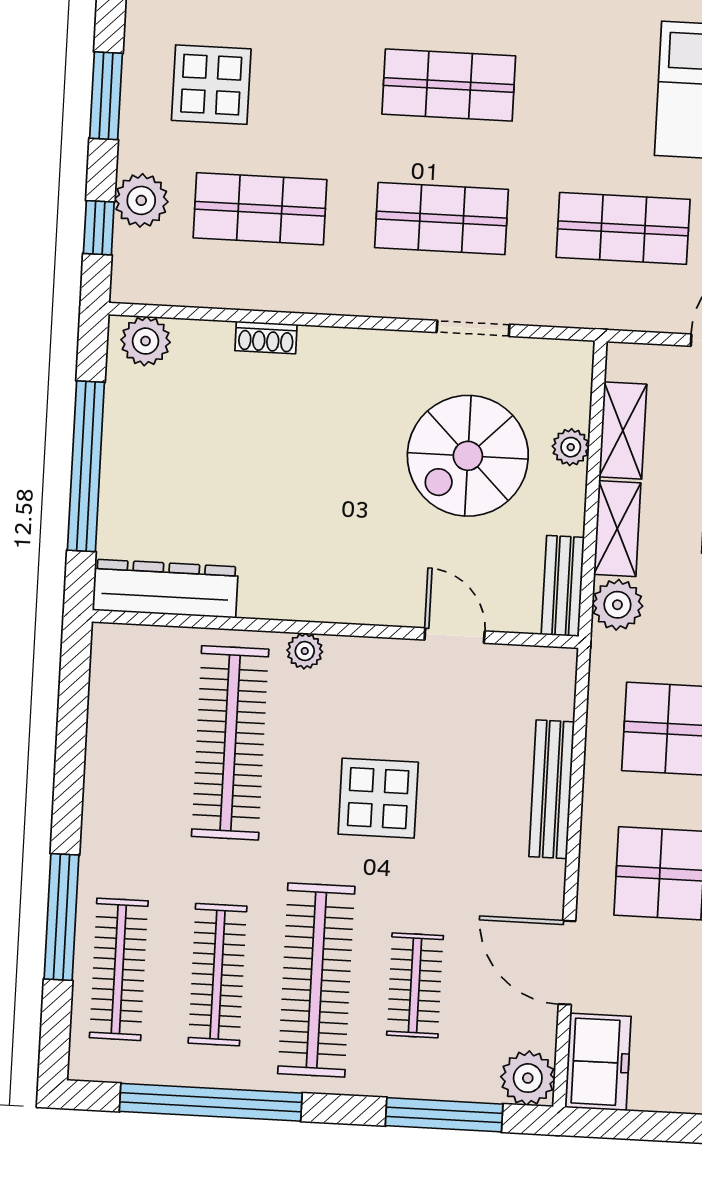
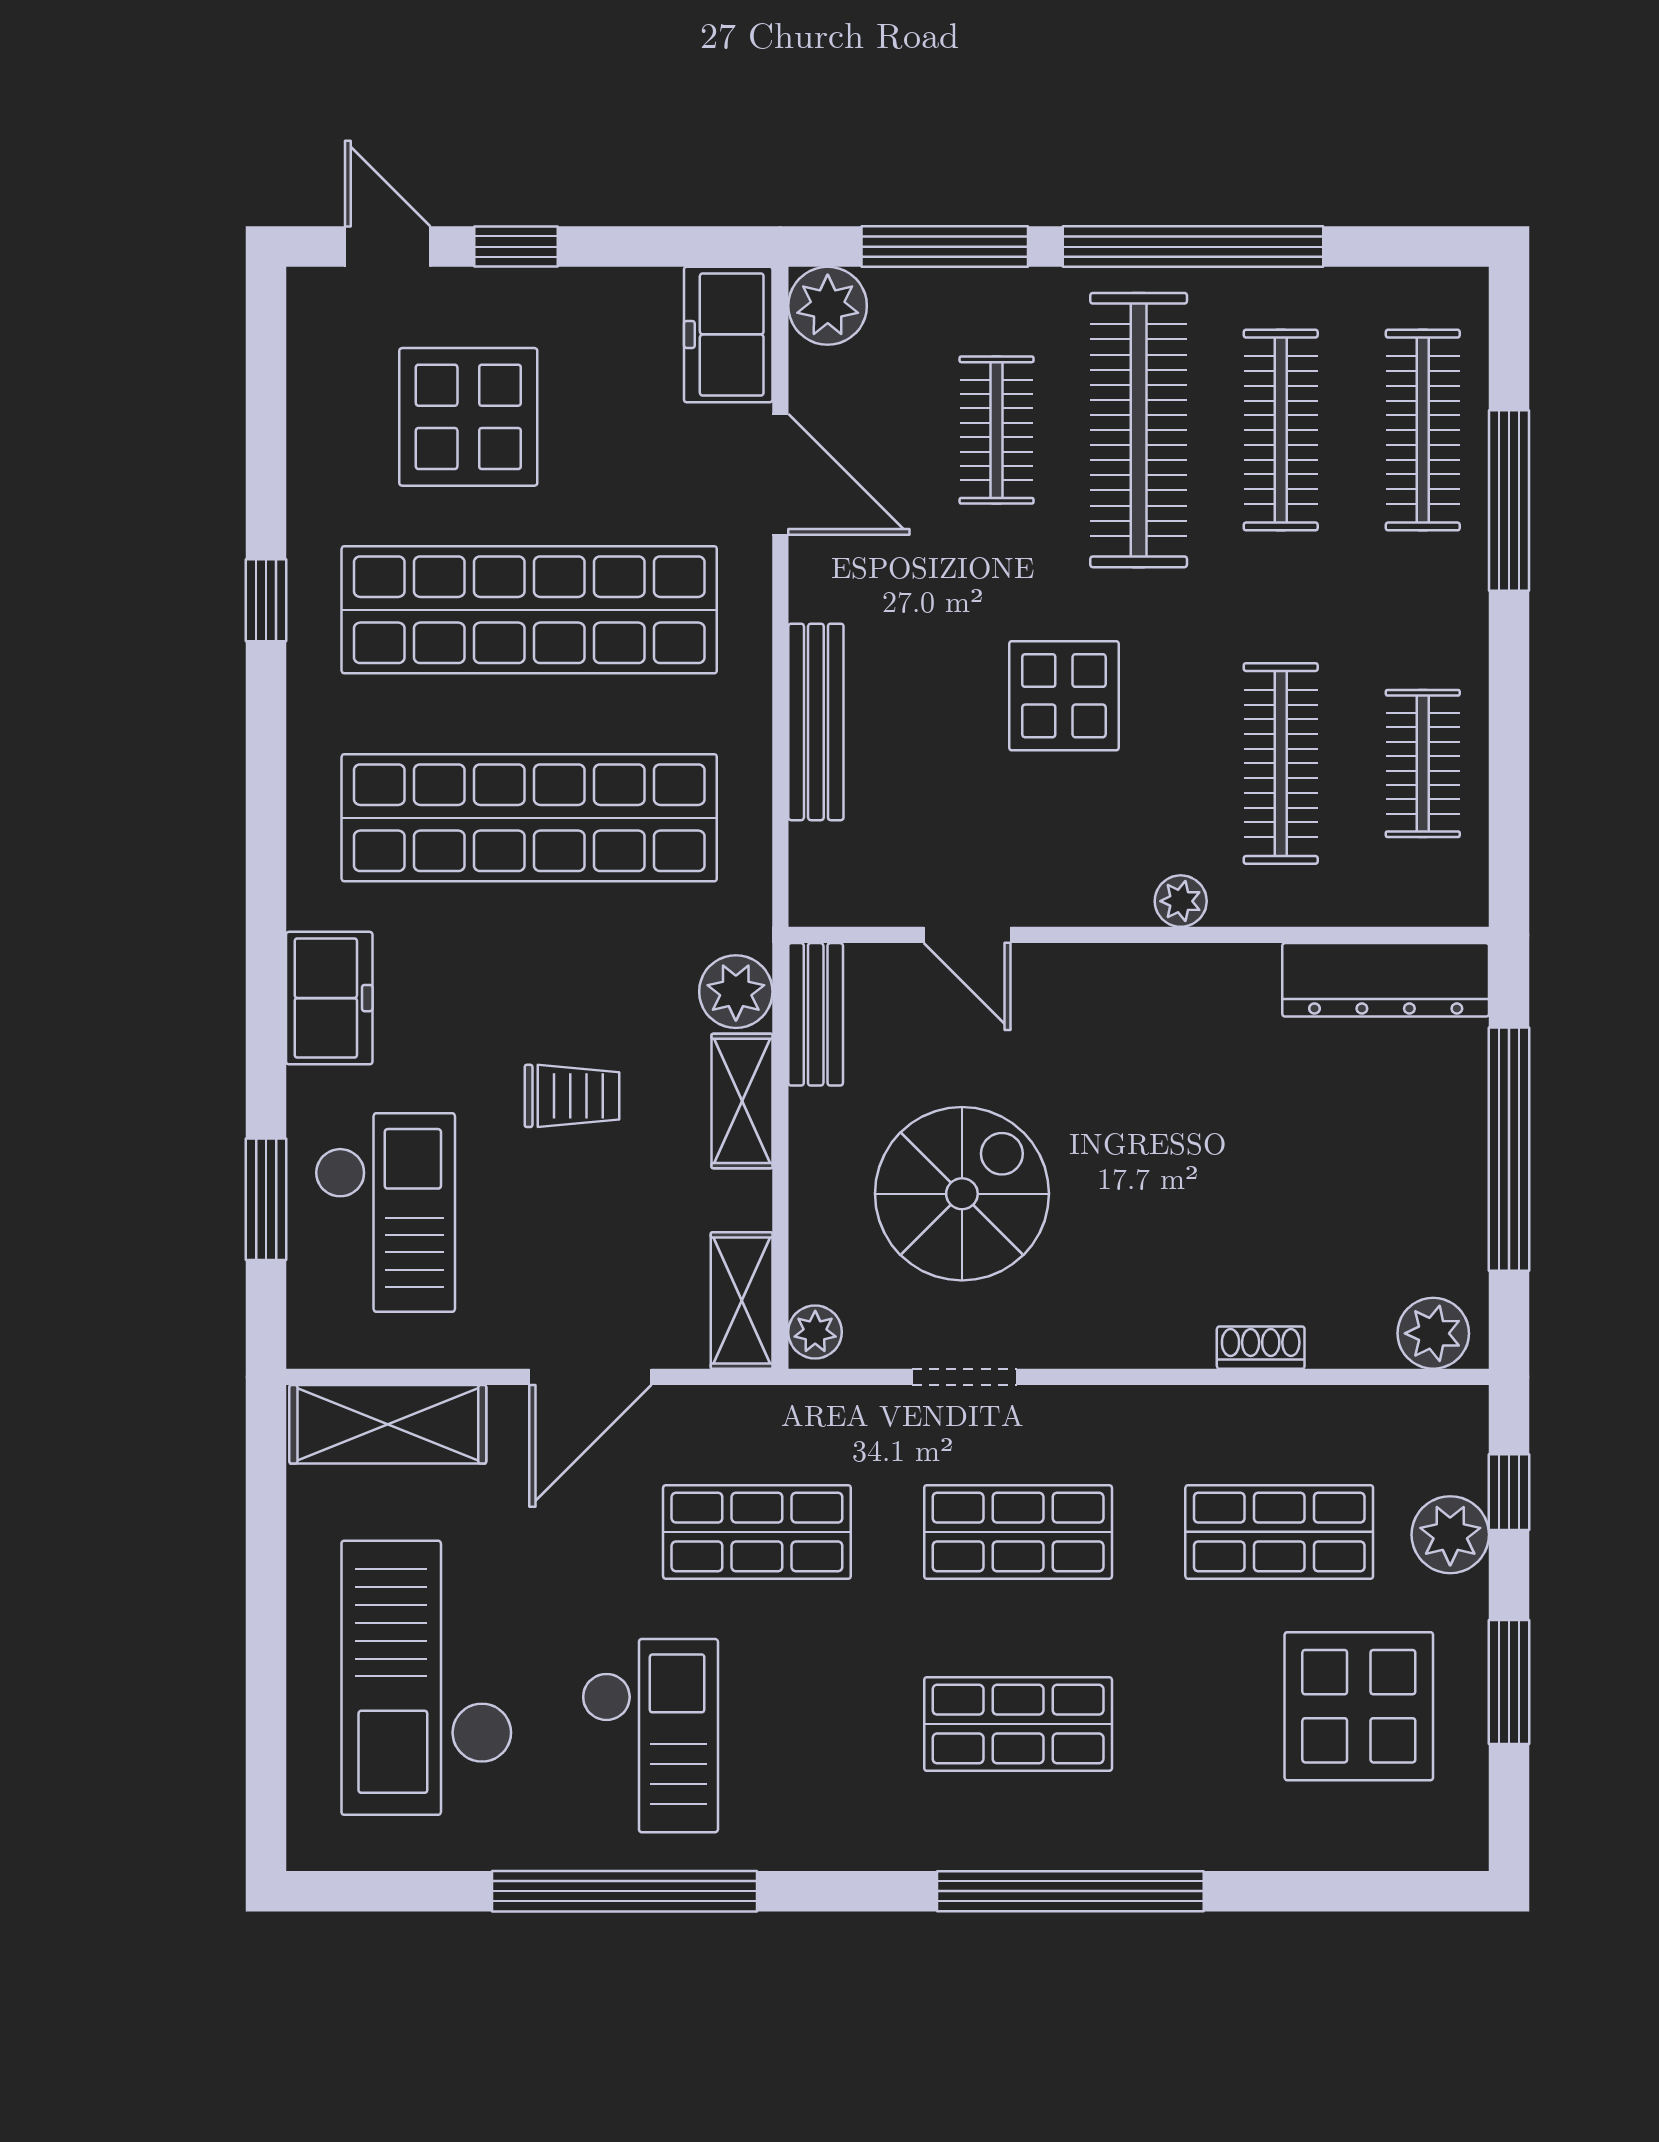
display table: (211, 85) -> (1359, 1706), width x1.36, depth x1.36
shelving: (623, 430) -> (742, 1301), moved
plant: (571, 447) -> (815, 1332), moved
clothes rail: (131, 738) -> (1423, 763), added
clothes rail: (230, 743) -> (1281, 763), width x0.73, depth x0.76
window: (211, 1102) -> (1193, 247), moved

